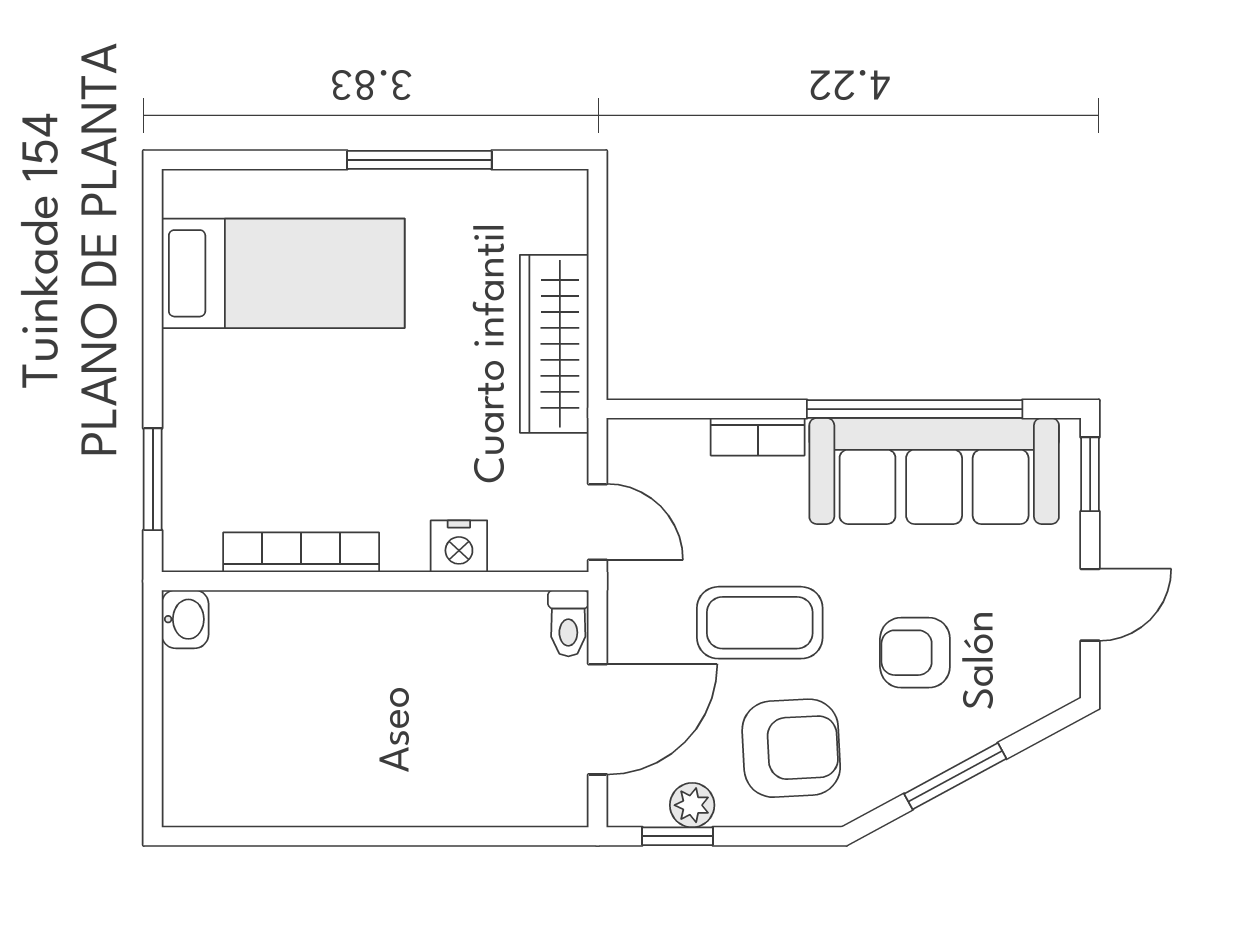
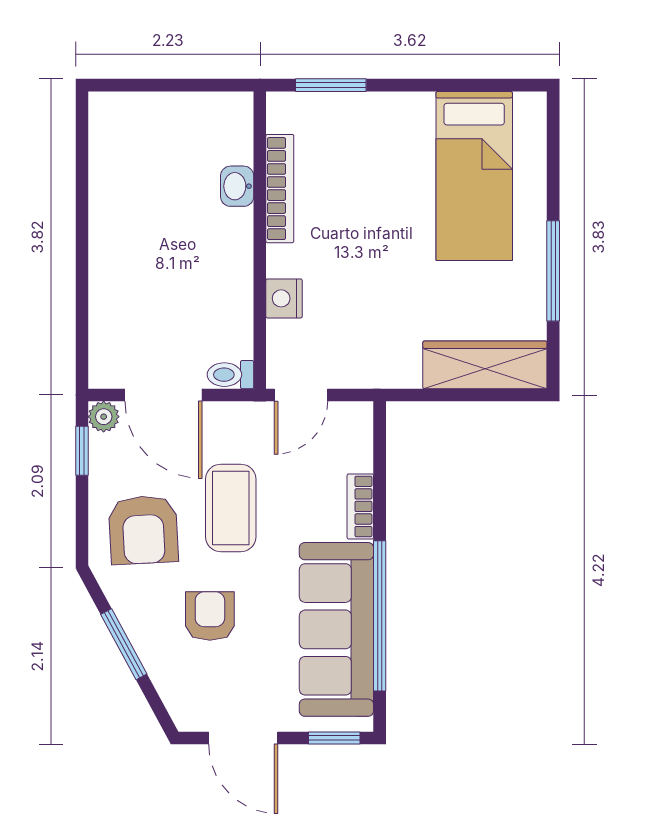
wardrobe: (554, 344) -> (485, 365), moved
door: (1090, 605) -> (243, 738), width x1.38
washbasin: (185, 619) -> (237, 186), moved, turned 90
plant: (692, 805) -> (104, 417), moved

